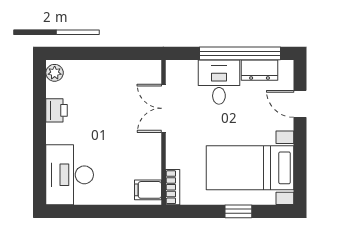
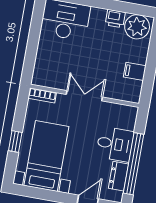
plant: (55, 73) -> (137, 27), width x1.87, depth x1.87
double door: (163, 108) -> (84, 96), moved
filing cabinet: (148, 190) -> (135, 71), moved, turned -90

